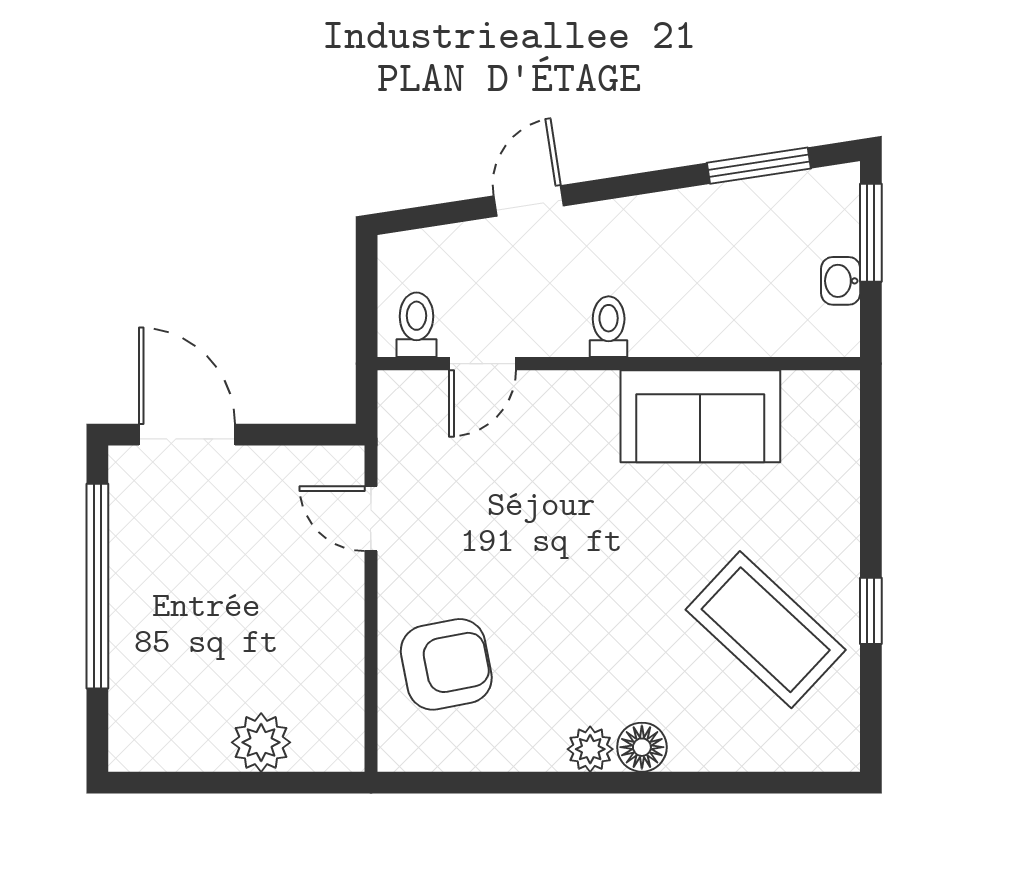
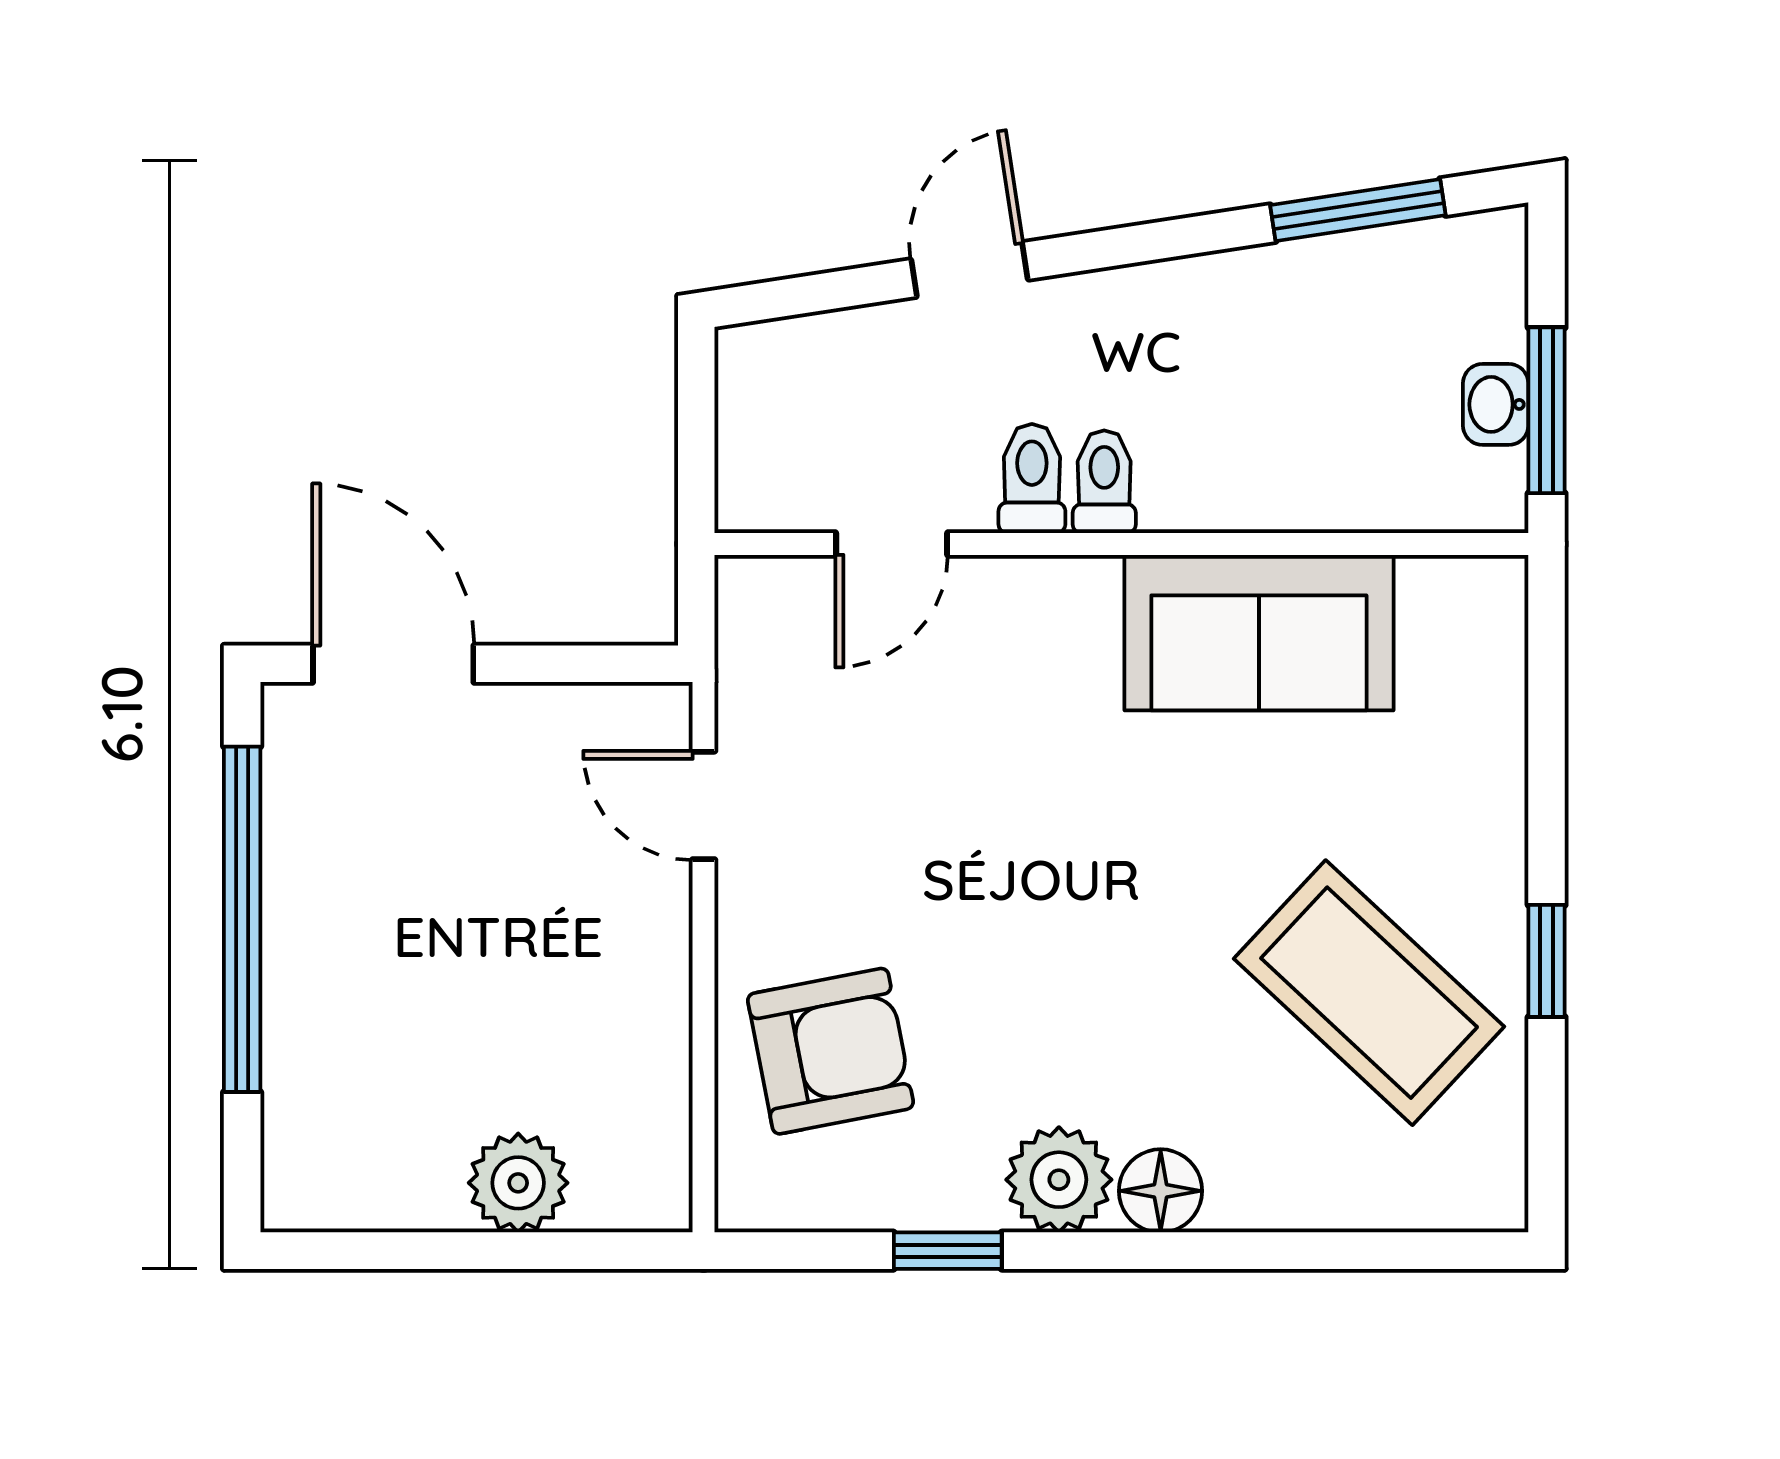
window: (871, 233) -> (1547, 410), moved
toilet: (416, 325) -> (1032, 478), moved
plant: (590, 749) -> (1059, 1180), width x1.38, depth x1.38
window: (516, 783) -> (948, 1251), added

